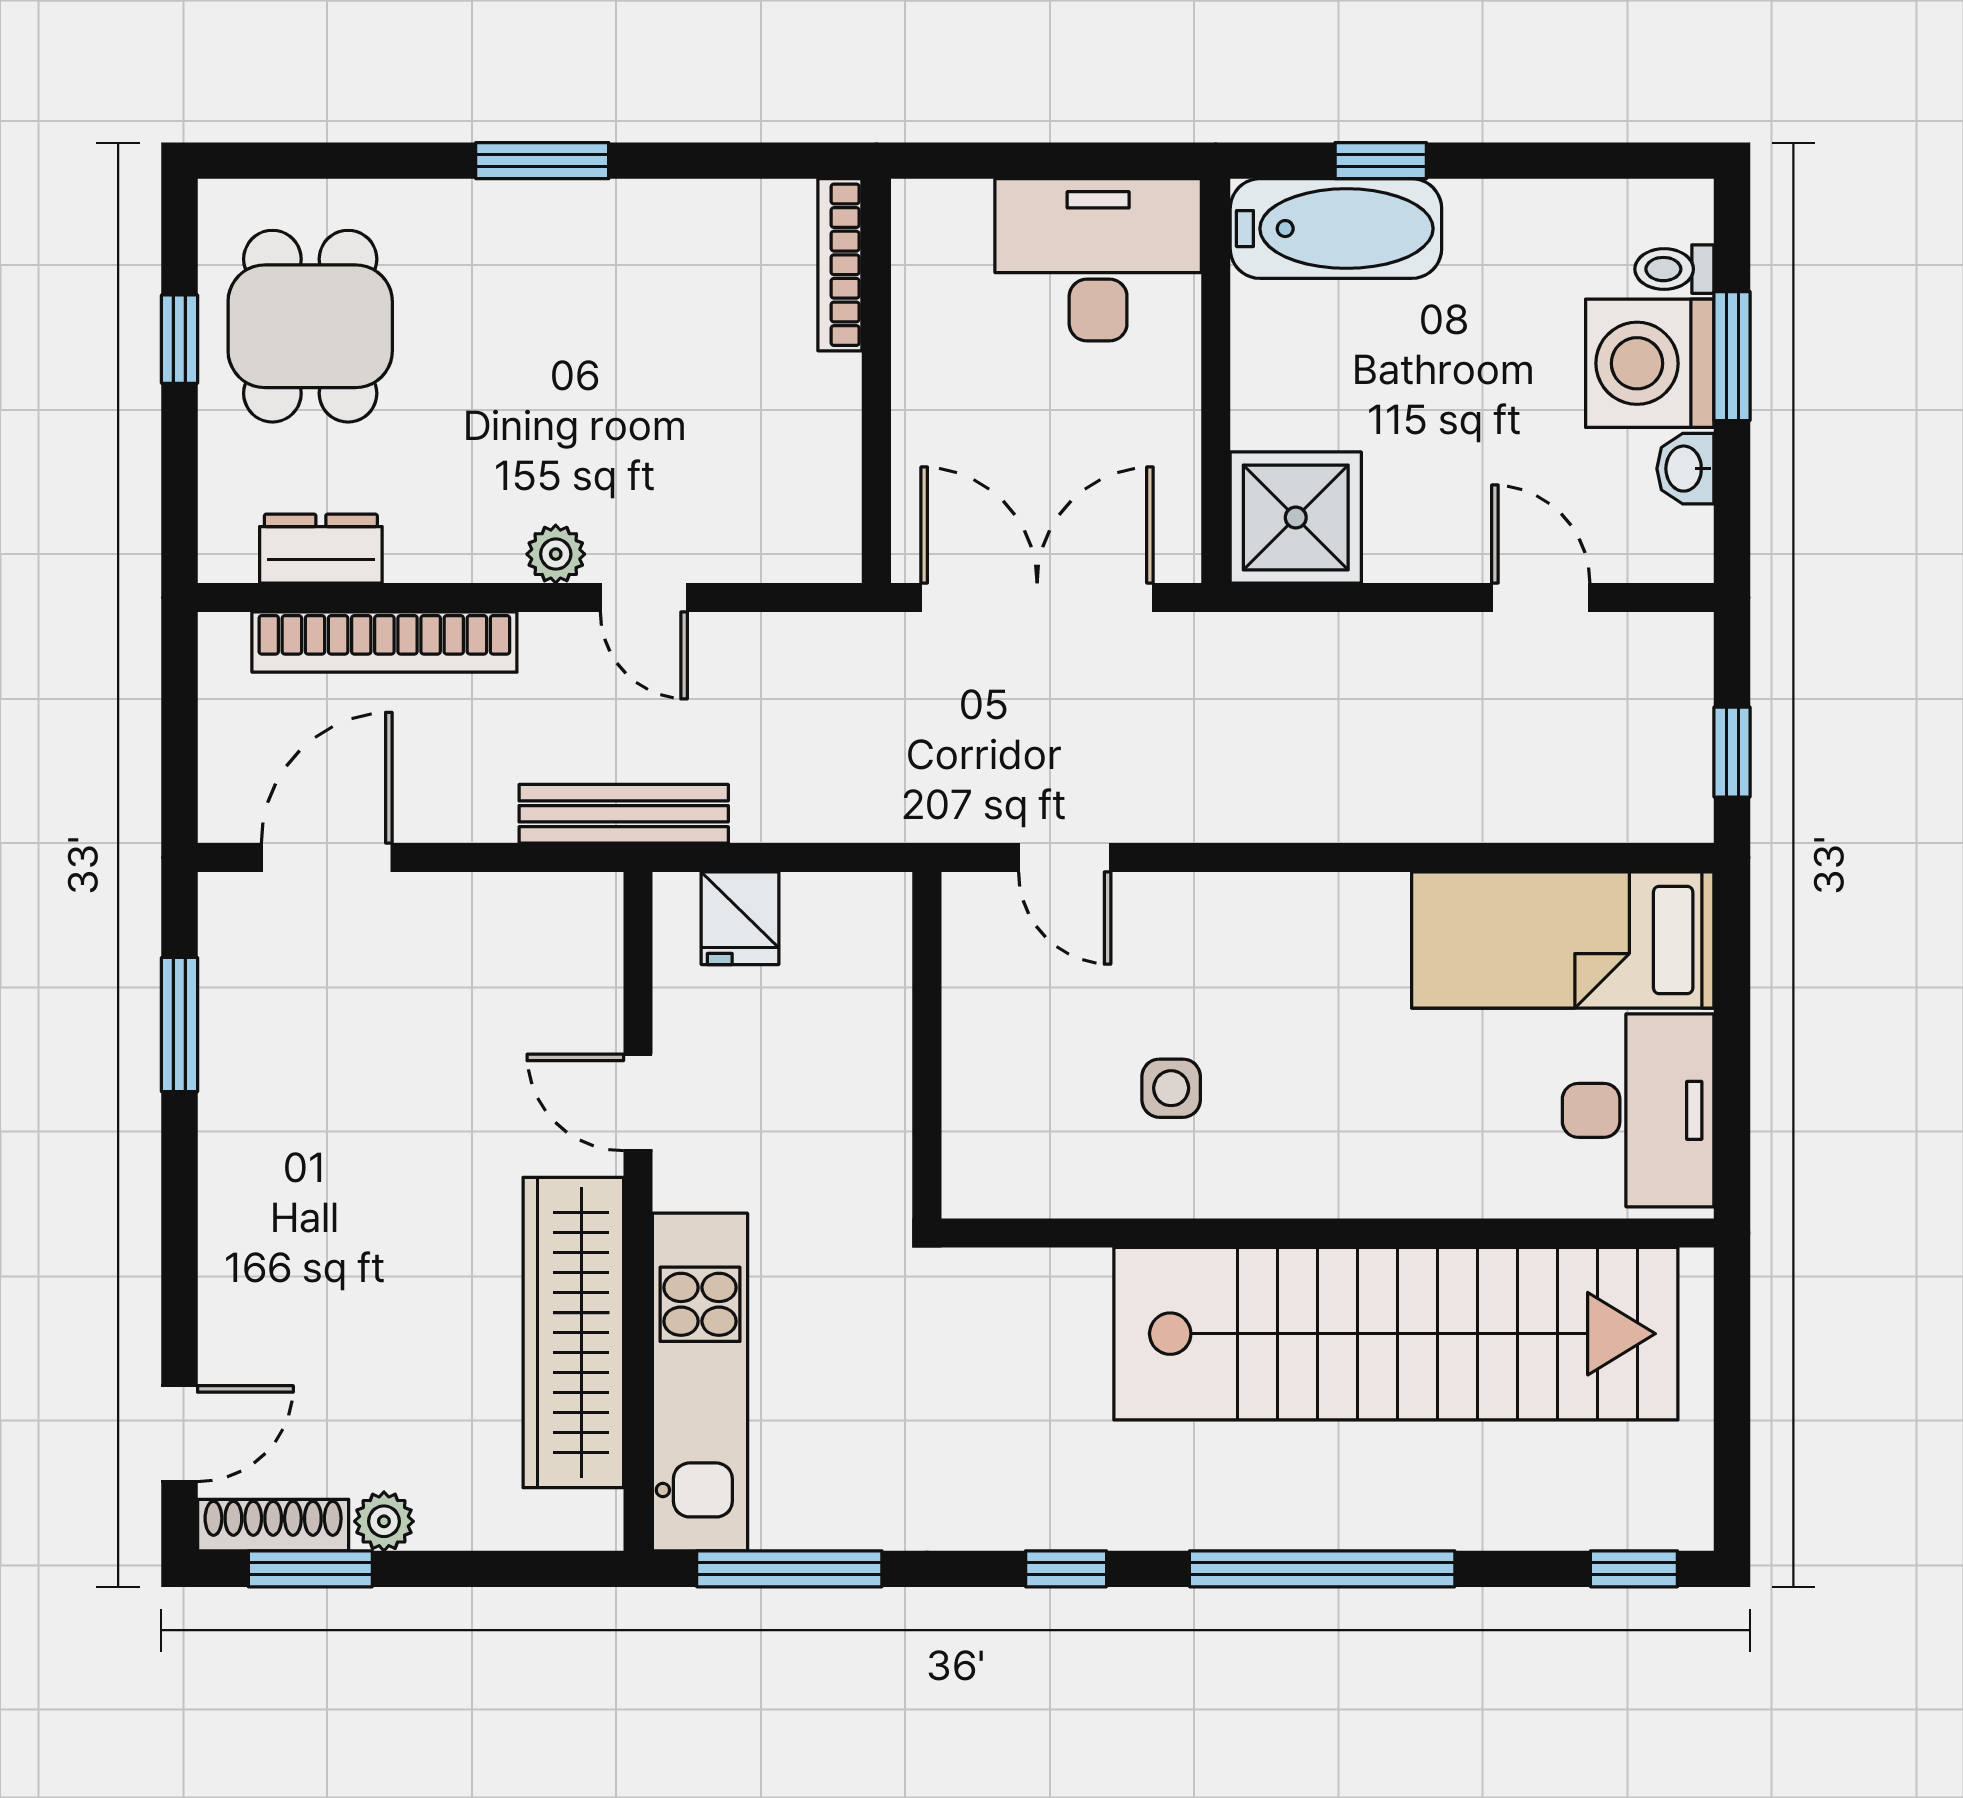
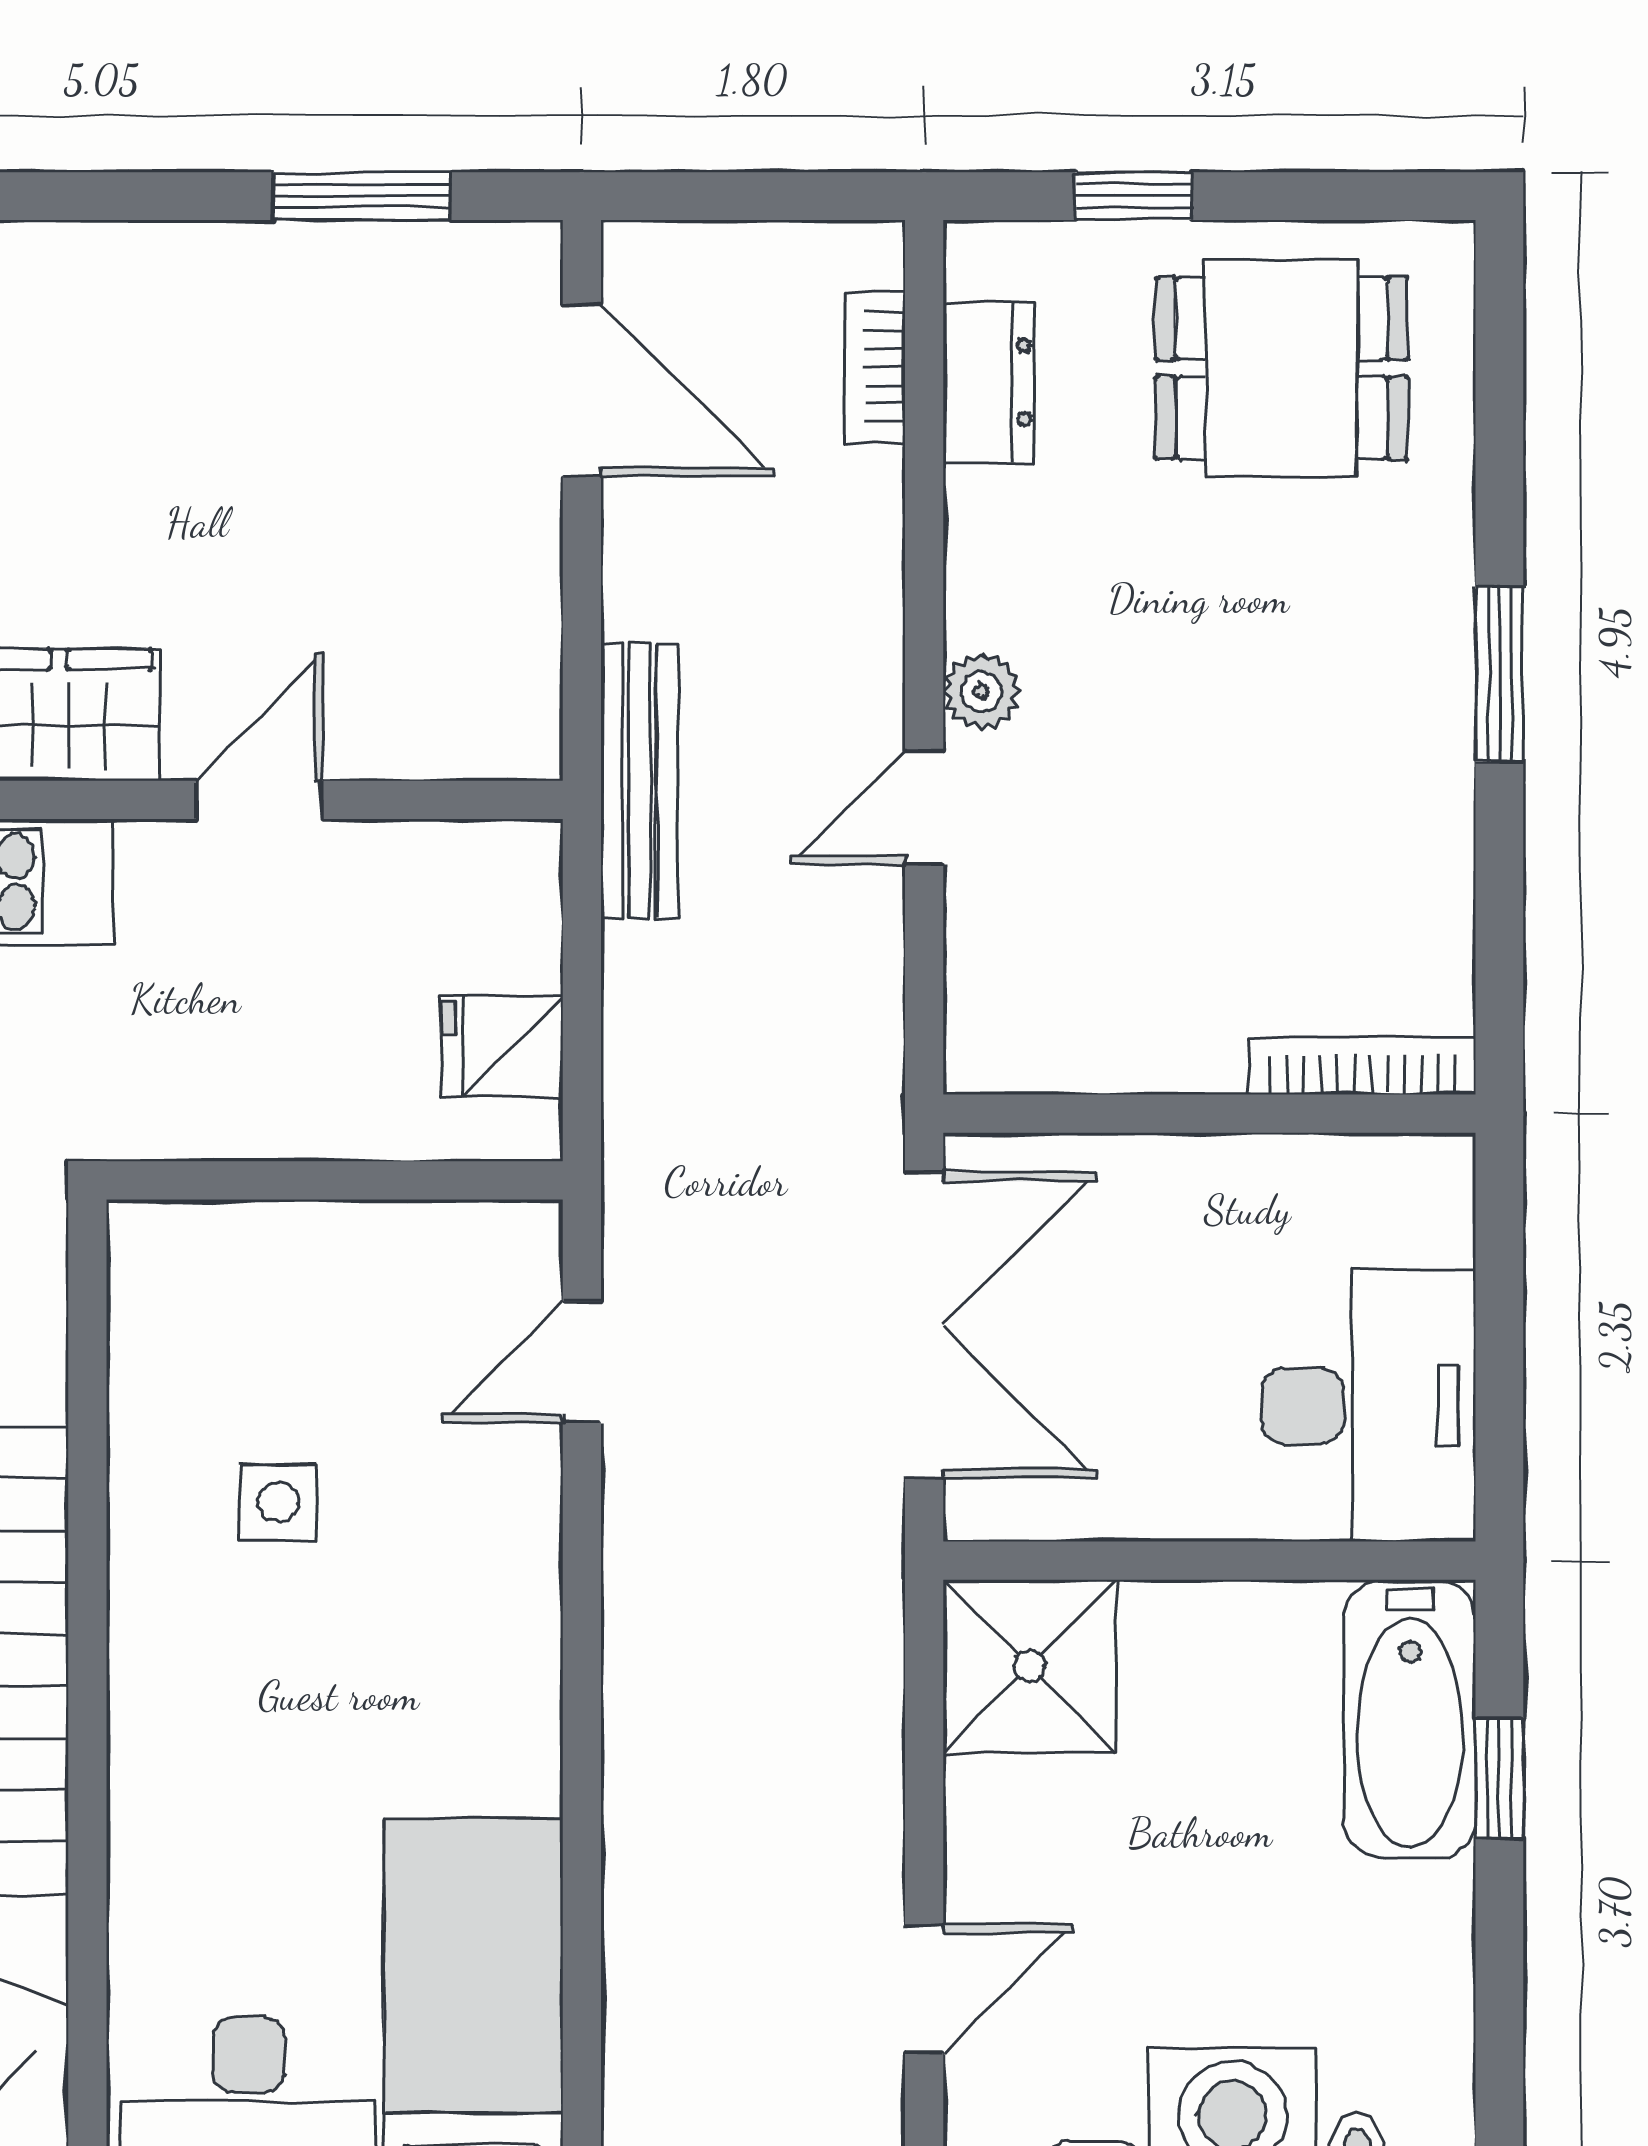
window: (179, 339) -> (1134, 196), moved
bookcase: (384, 642) -> (875, 367), width x0.43, depth x0.76
fridge: (740, 918) -> (502, 1046), moved

